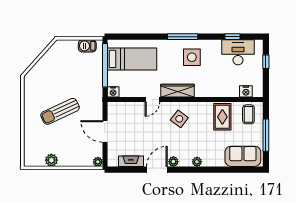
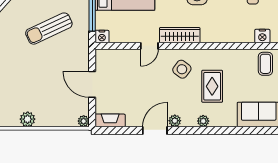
sun lounger: (60, 111) -> (49, 29), moved
rug: (222, 117) -> (212, 86), moved
fireplace: (131, 161) -> (110, 120), moved

